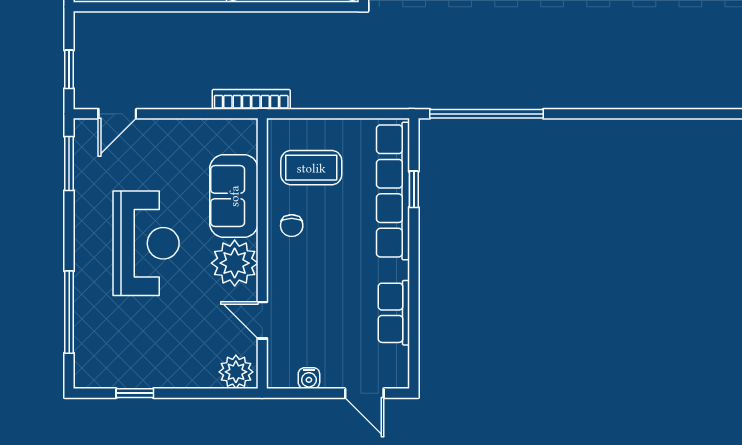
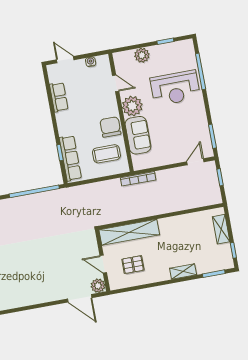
row of seats: (393, 191) -> (70, 158), width x0.73
chair: (292, 226) -> (110, 127), width x1.87, depth x1.87
reception desk: (146, 243) -> (175, 88), moved, turned -90
plant: (236, 372) -> (142, 55), moved

